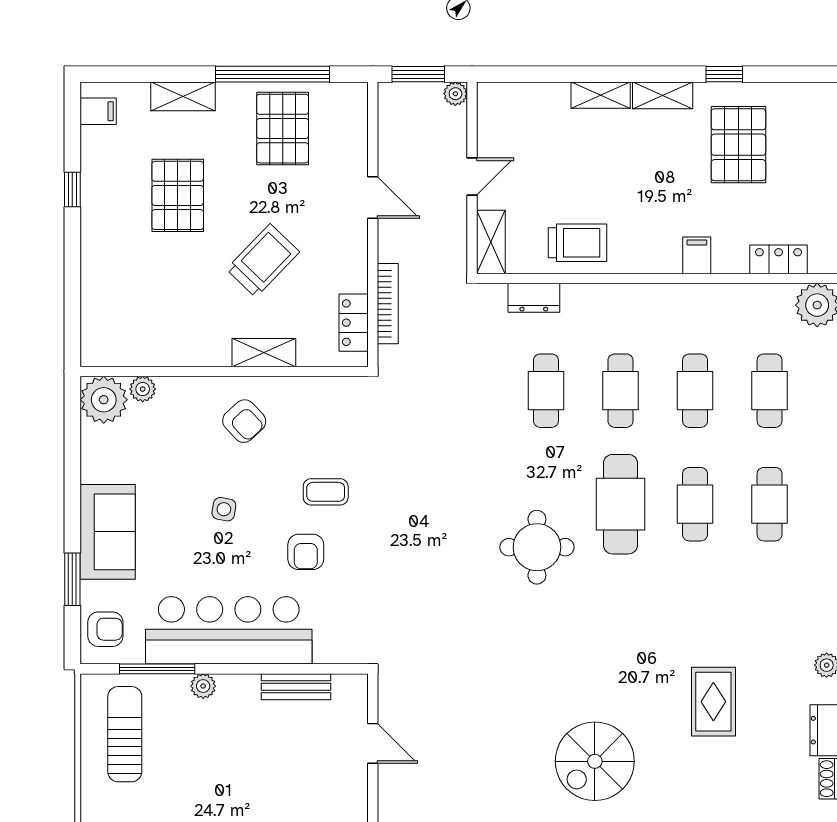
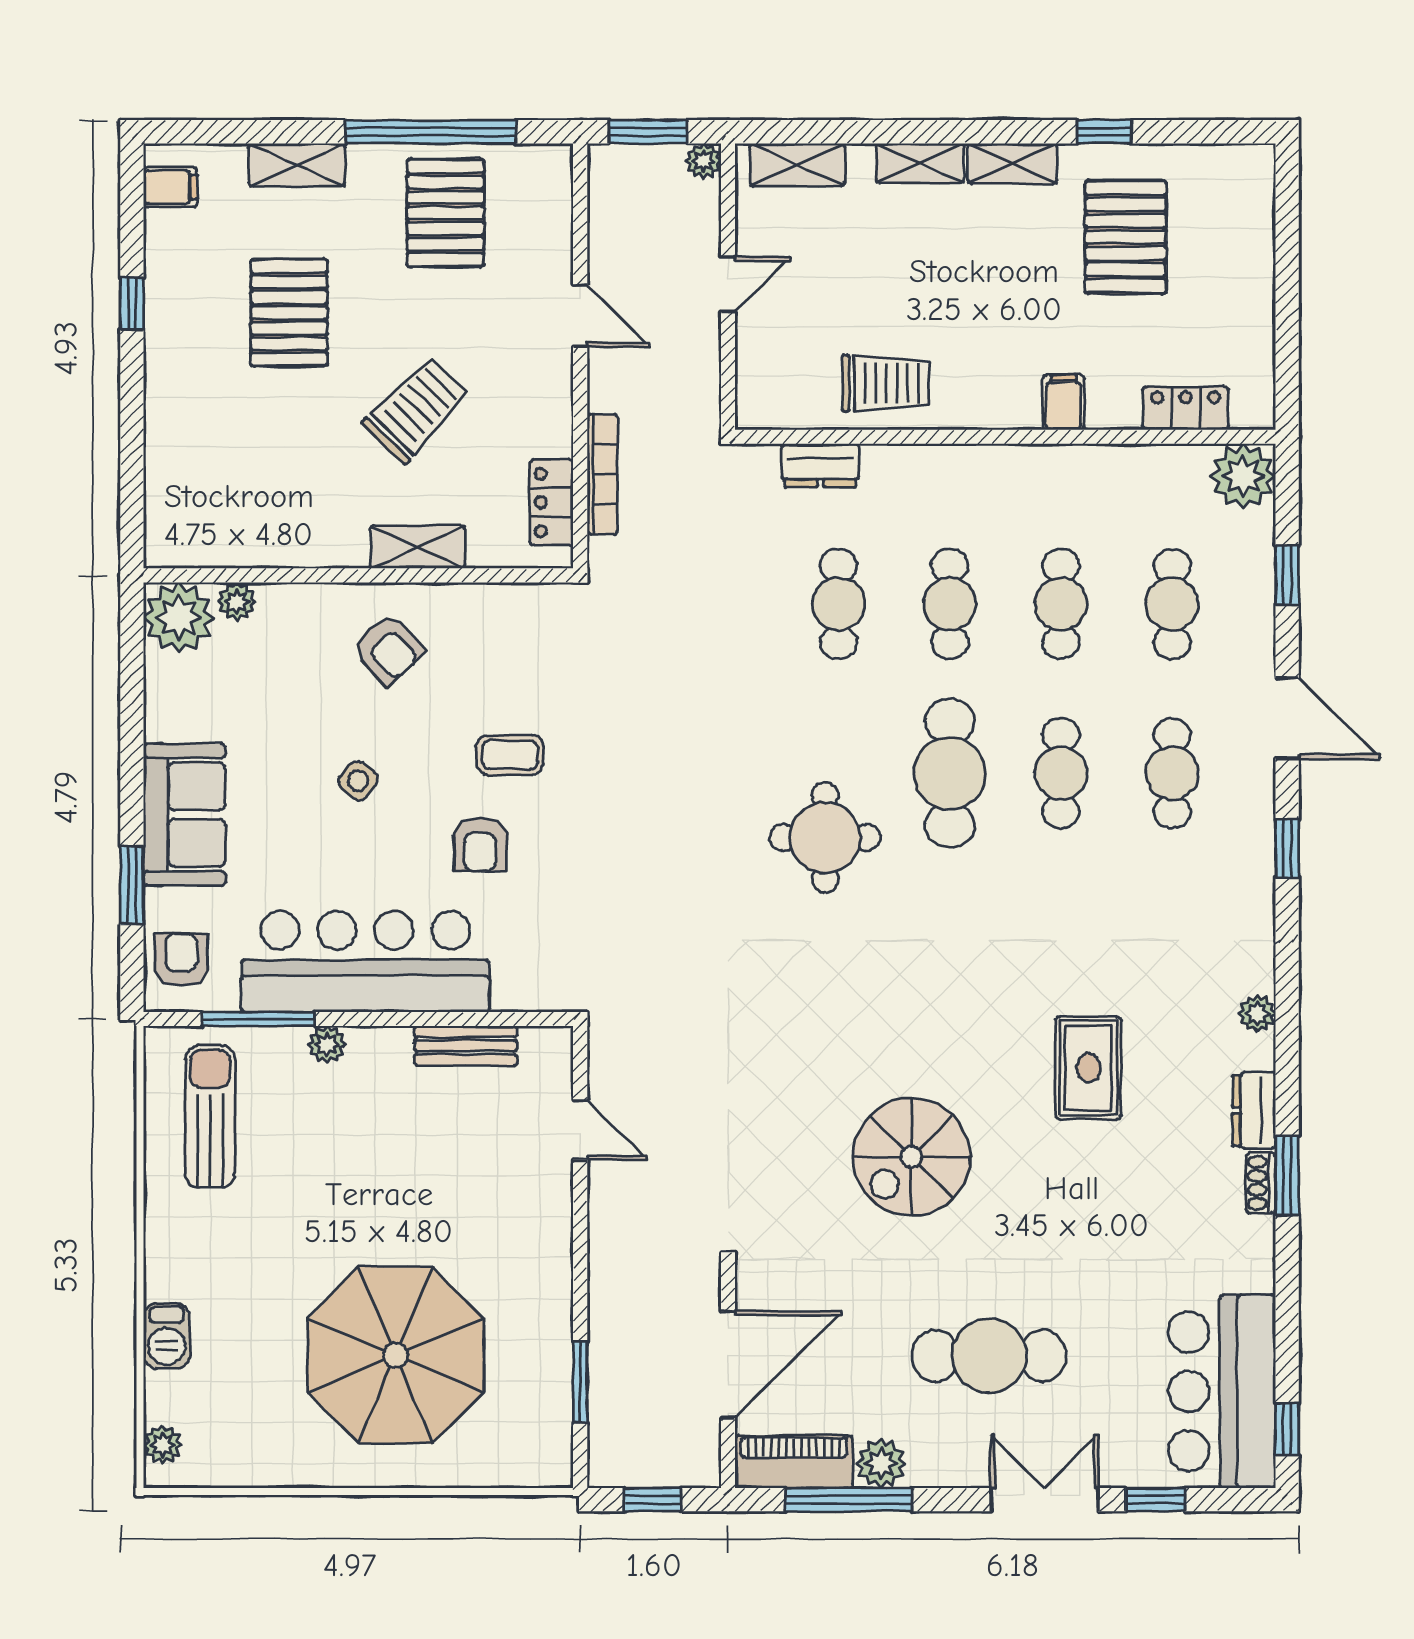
shelving: (491, 242) -> (797, 165), moved, turned 90
side table: (224, 509) -> (358, 781), turned 30
armchair: (105, 629) -> (181, 960), turned -90

